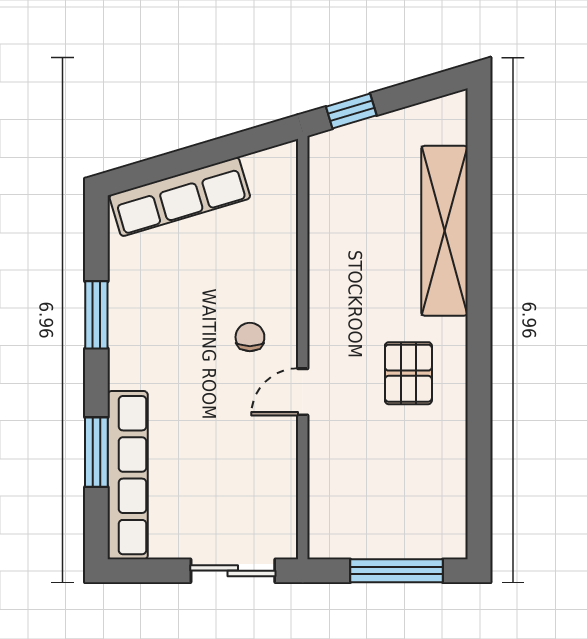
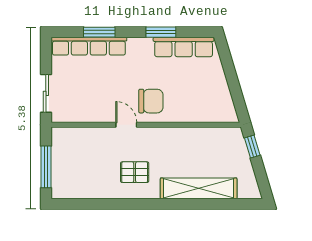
row of seats: (180, 197) -> (184, 47), moved, turned -73
chair: (250, 337) -> (151, 101), width x1.87, depth x1.87

